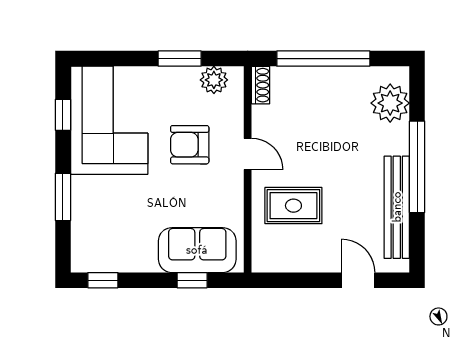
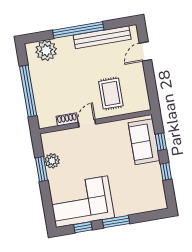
plant: (214, 80) -> (52, 161), moved
shoe rack: (261, 85) -> (67, 119), moved
armchair: (190, 145) -> (87, 156), removed
window: (63, 197) -> (116, 222), moved
window: (103, 280) -> (166, 172), moved

